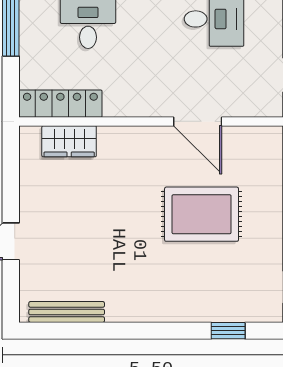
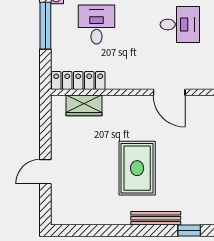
rug: (202, 214) -> (137, 168), moved, turned 90
bench: (67, 312) -> (156, 218), moved

